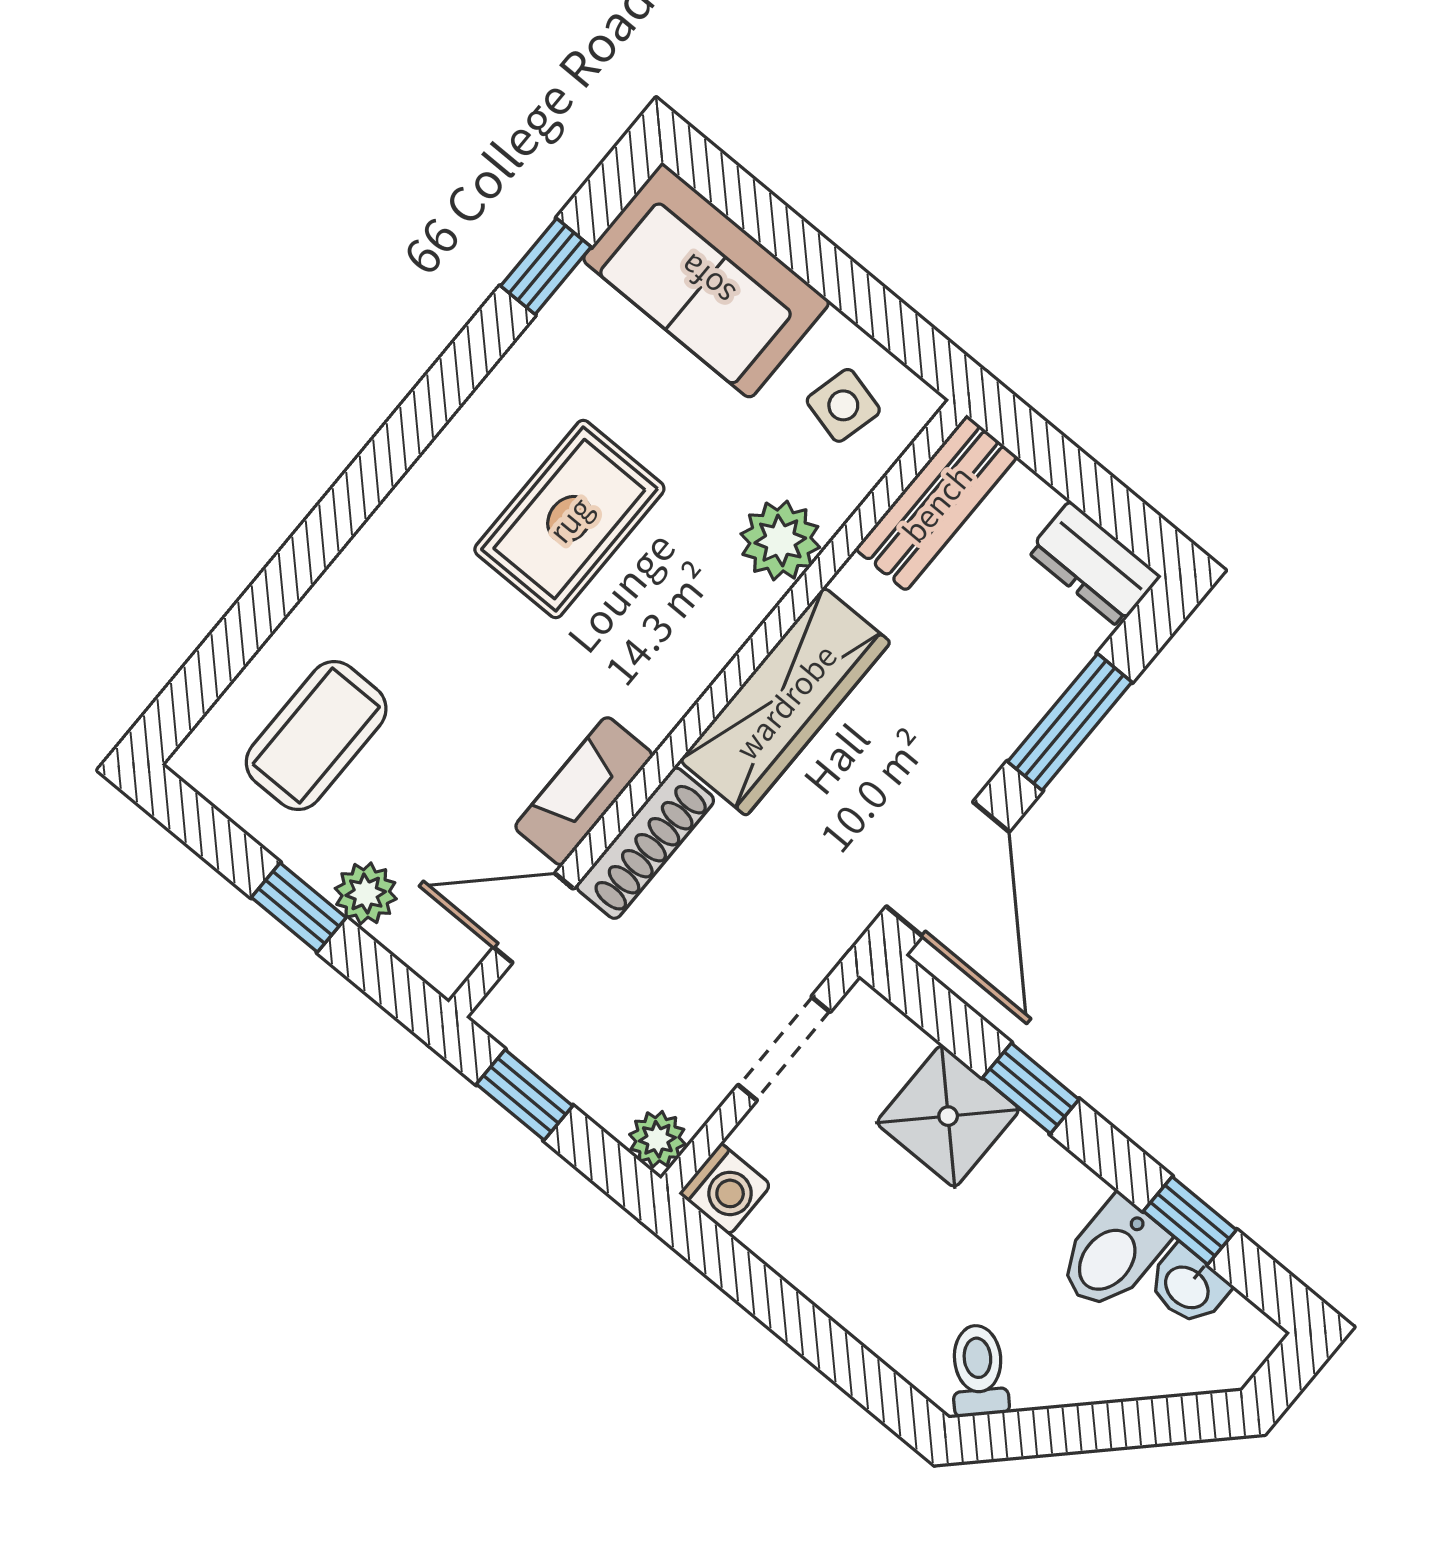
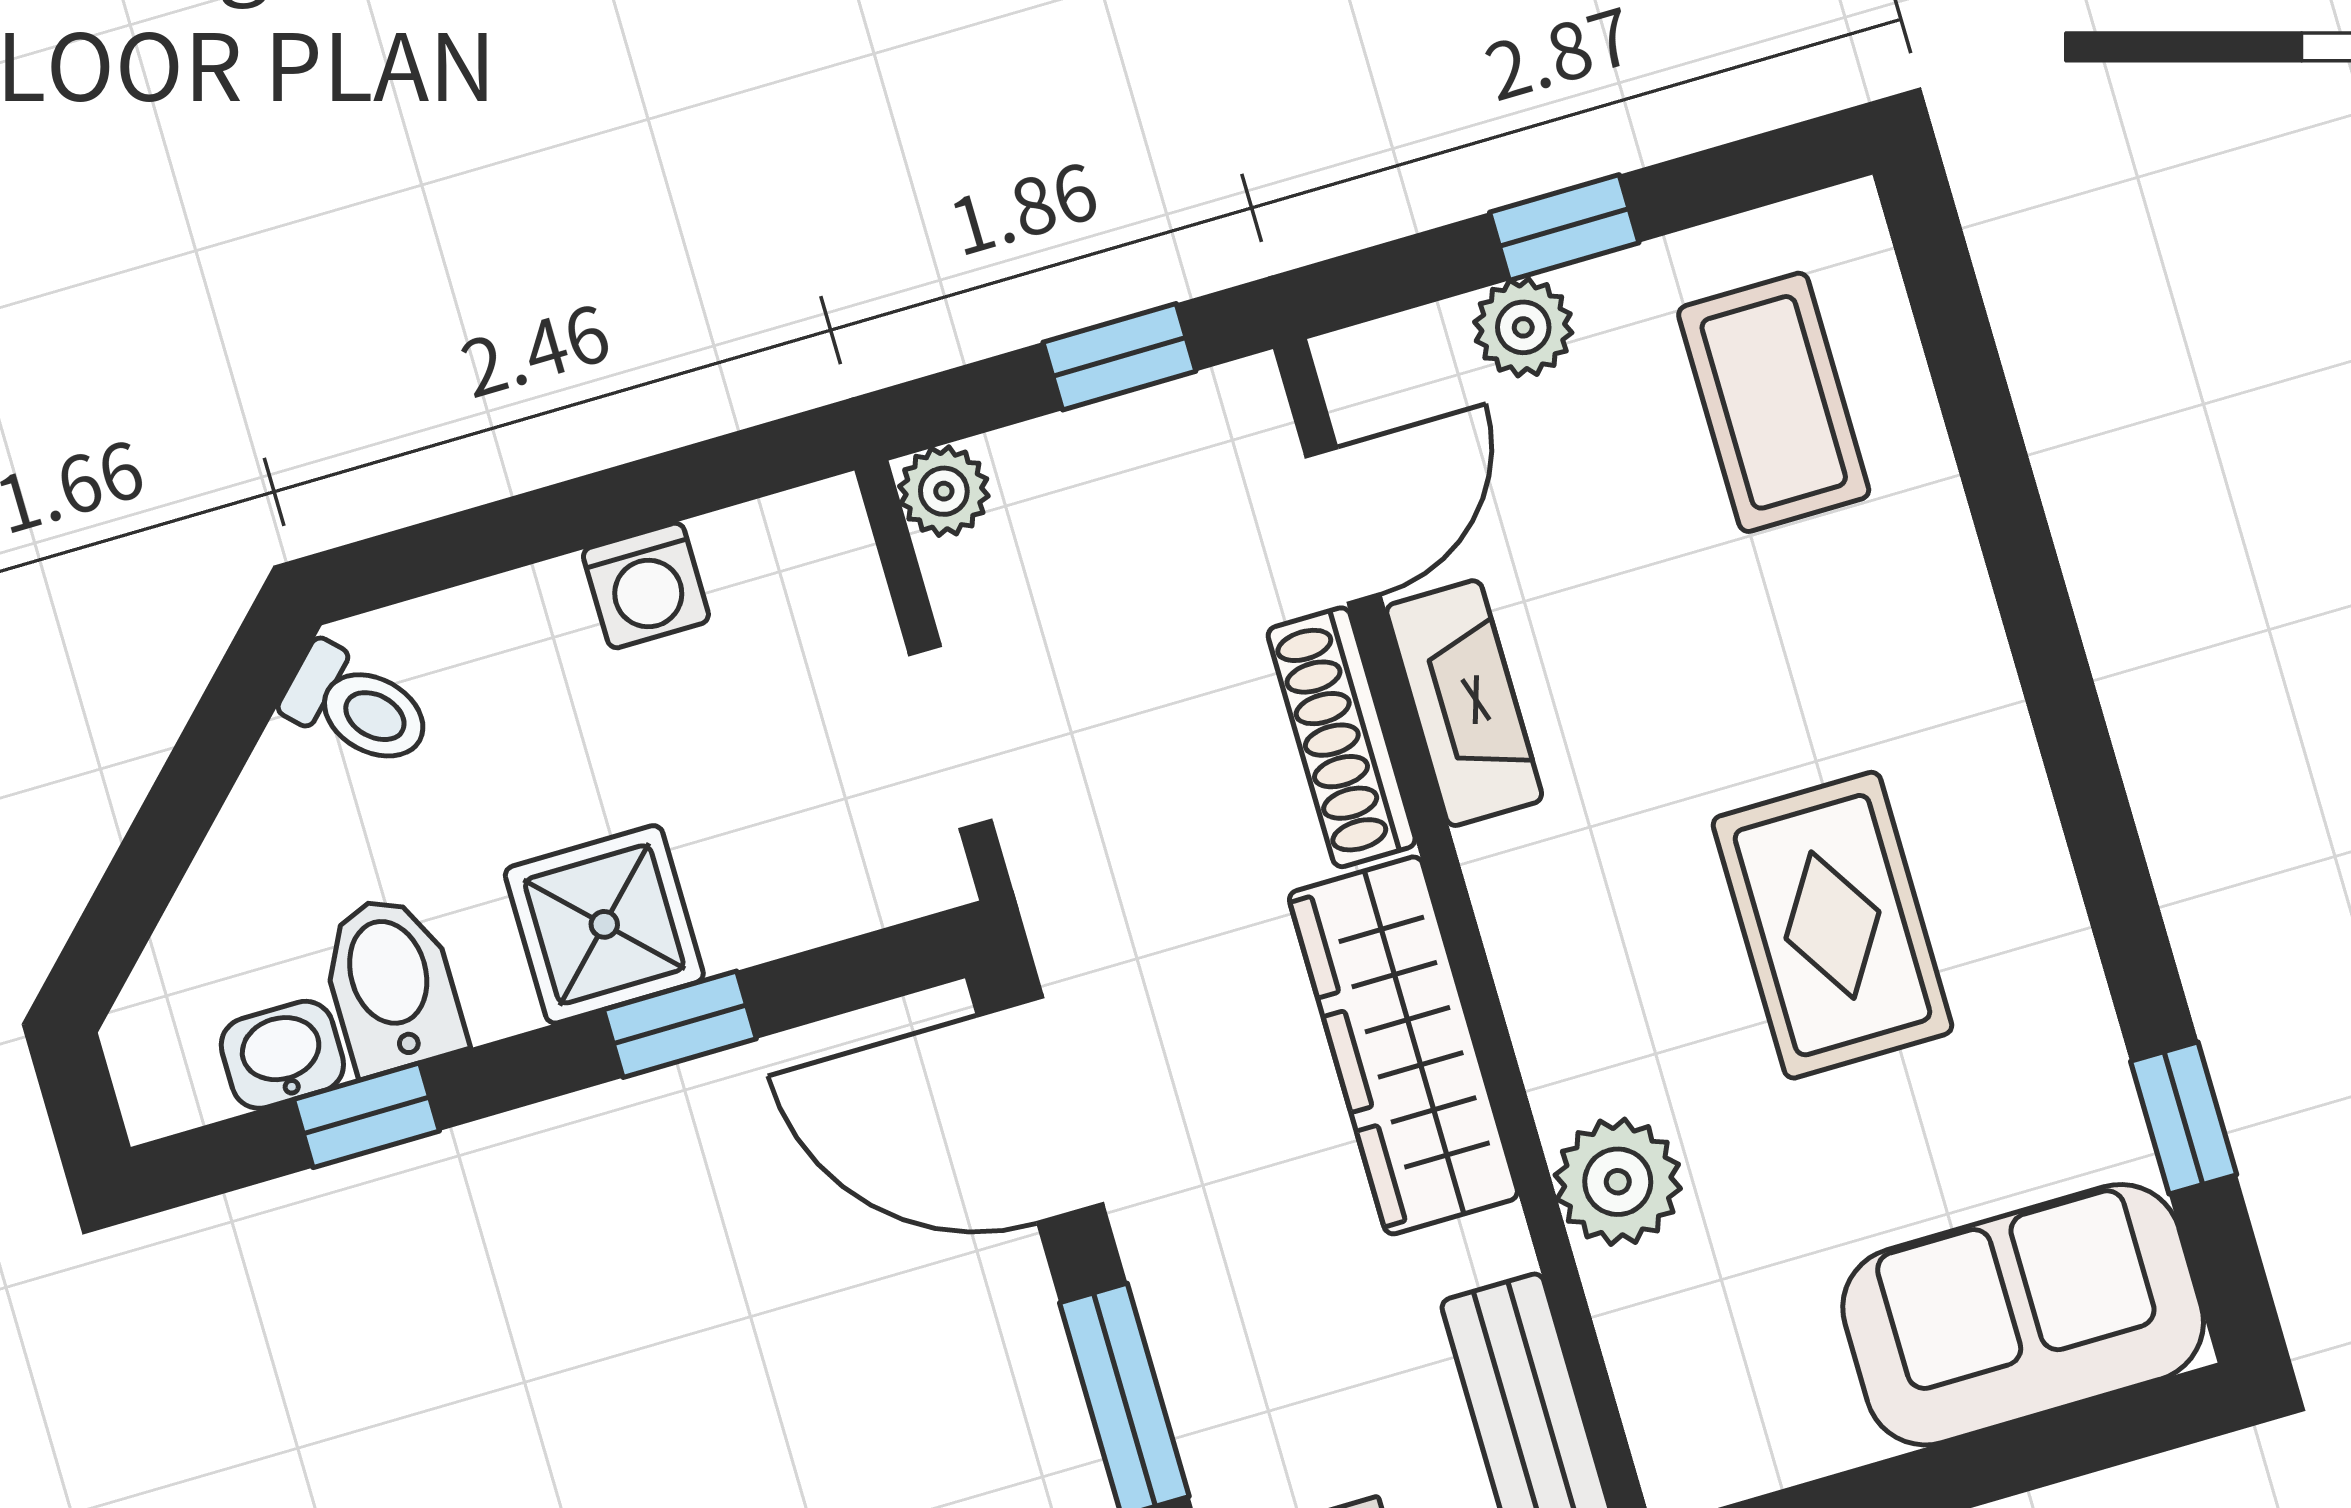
side table: (843, 405) -> (1739, 1384), removed
shower: (948, 1116) -> (604, 924), moved
washing machine: (725, 1189) -> (646, 585), moved, turned -90

